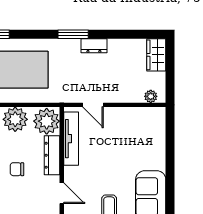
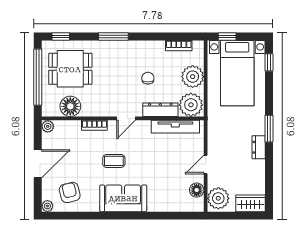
plant: (151, 96) -> (218, 198), width x1.87, depth x1.87
door: (93, 105) -> (206, 165), moved
floor lamp: (142, 115) -> (197, 190), added

